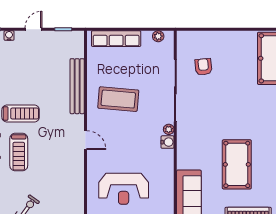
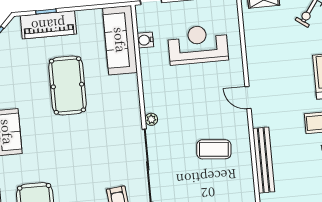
coffee table: (118, 99) -> (214, 149), width x0.73, depth x0.76
water cooler: (168, 142) -> (145, 40), moved

